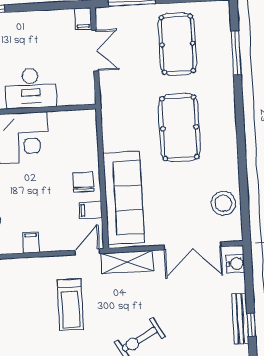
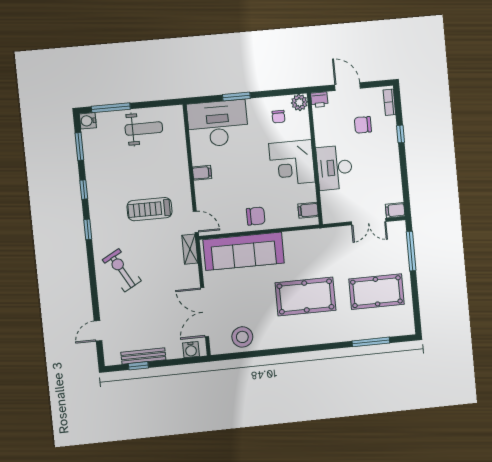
filing cabinet: (91, 210) -> (308, 210), moved, turned -90
shelving: (127, 262) -> (190, 249), width x0.67, depth x0.75

